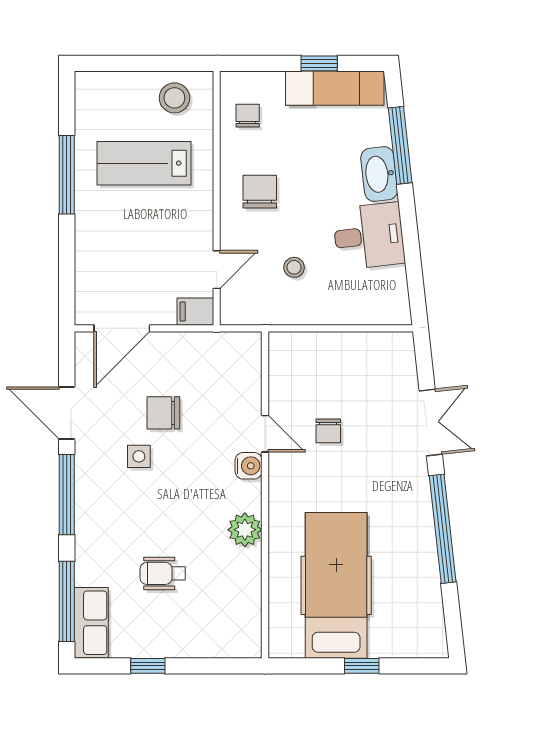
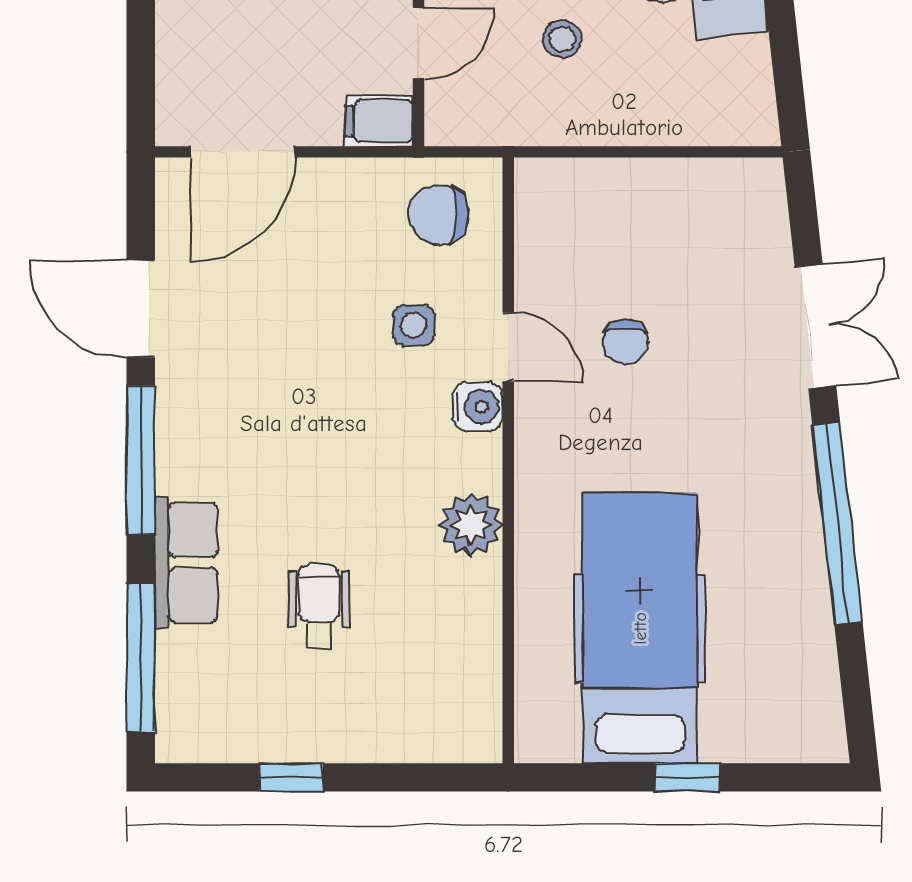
chair: (163, 413) -> (439, 215), moved
side table: (139, 456) -> (414, 325), moved
wheelchair: (163, 573) -> (319, 606), turned 90
row of seats: (91, 623) -> (186, 562), moved

